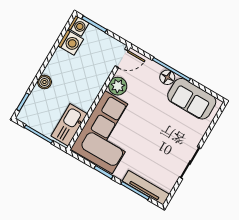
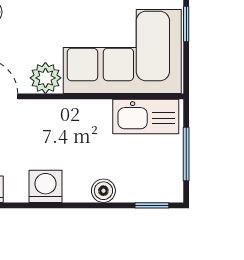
washing machine: (71, 42) -> (46, 186), moved

